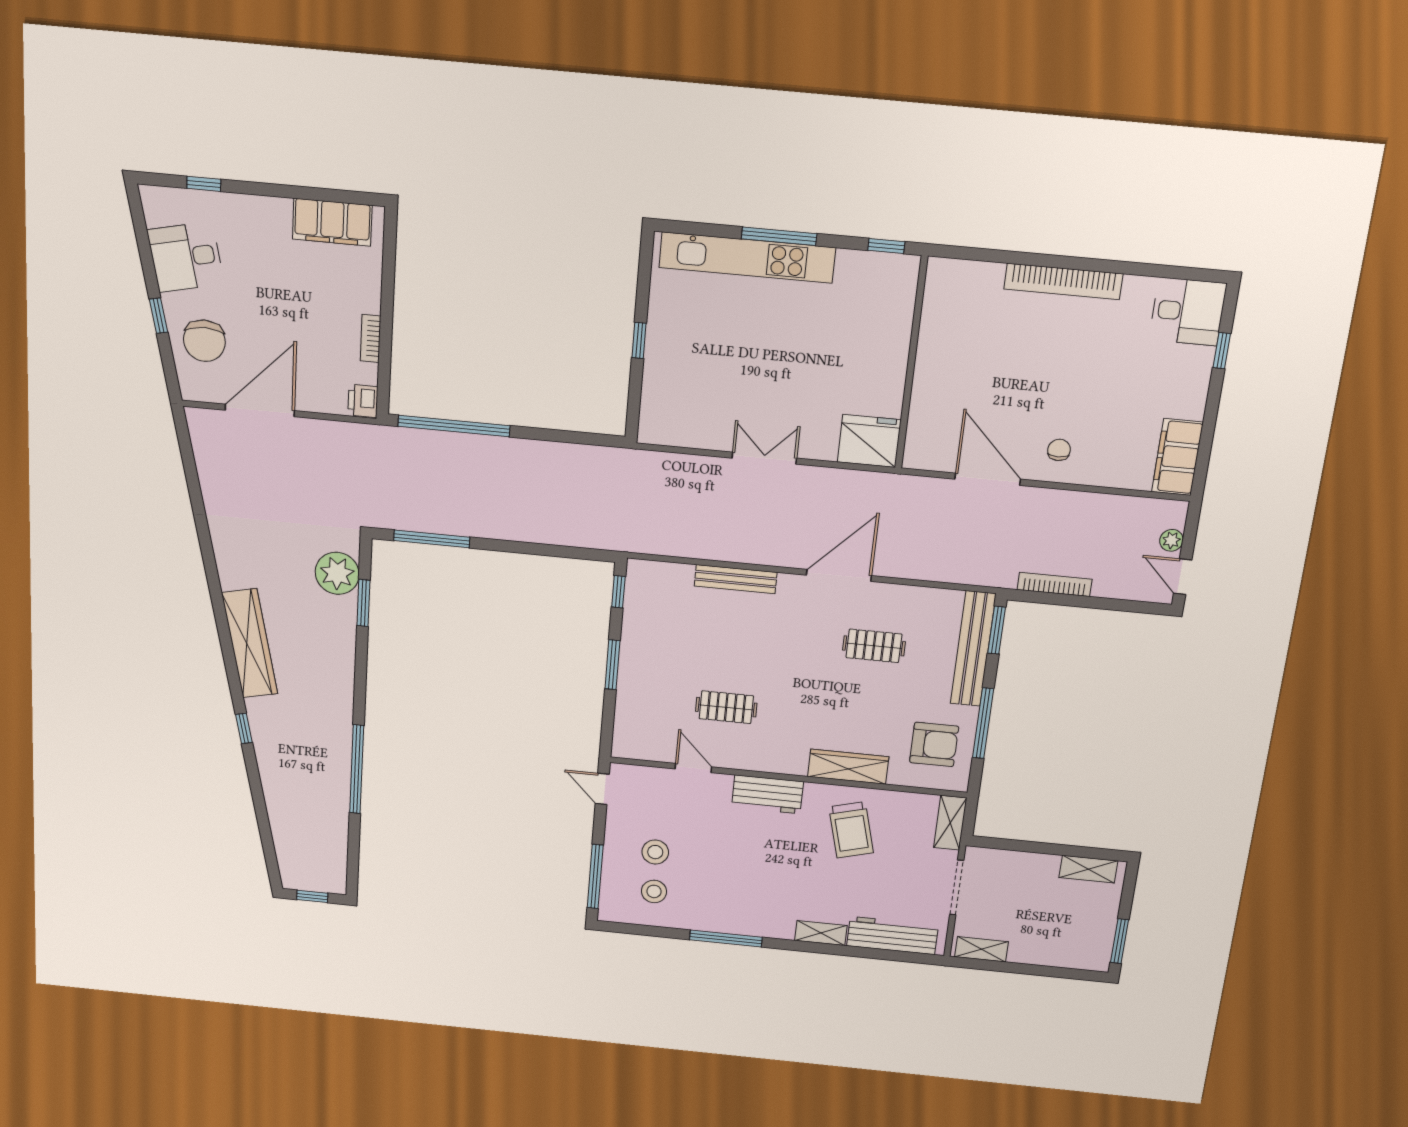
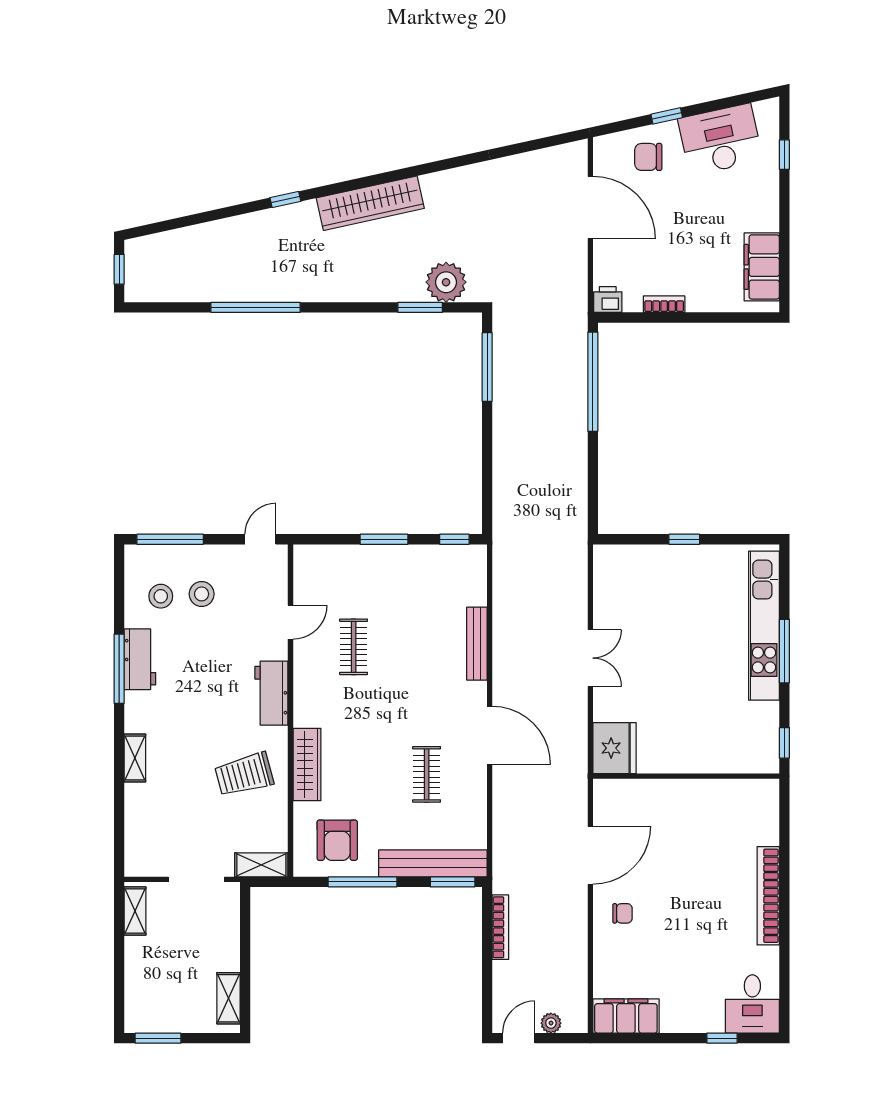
desk: (186, 257) -> (720, 140), width x1.37
chair: (204, 341) -> (648, 157), width x0.73, depth x0.73
workbench: (892, 936) -> (140, 659), moved, width x0.73

